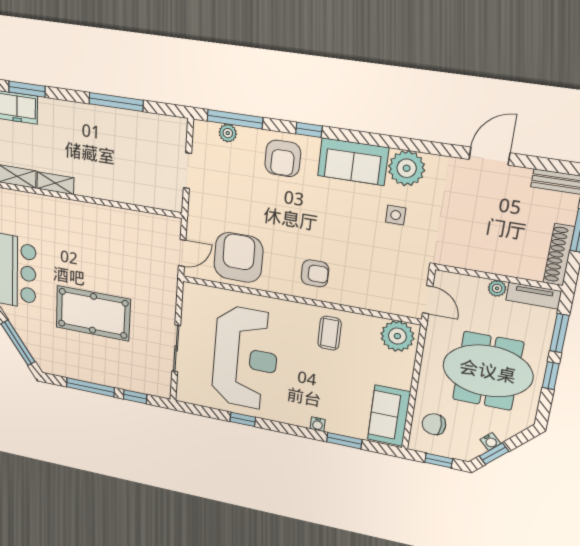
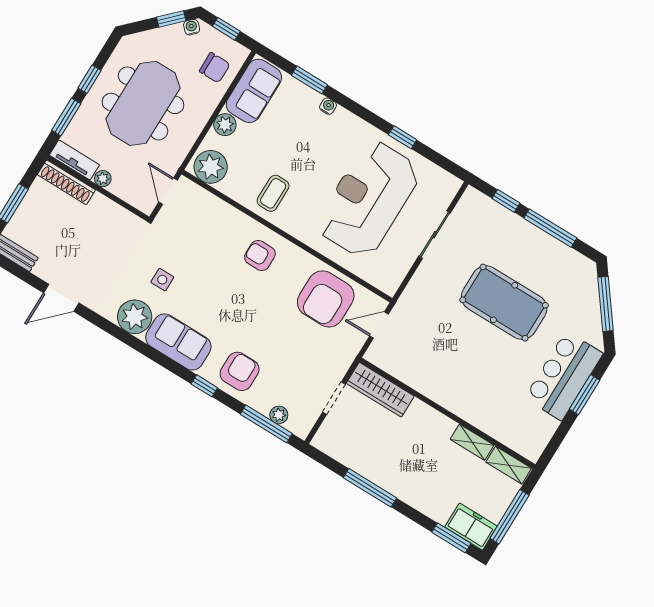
wardrobe: (152, 196) -> (380, 390), added
shoe rack: (559, 255) -> (66, 182), moved, turned 90
meeting table: (488, 371) -> (143, 103), turned 90
plant: (401, 378) -> (225, 125), added
water cooler: (490, 442) -> (192, 27), moved

